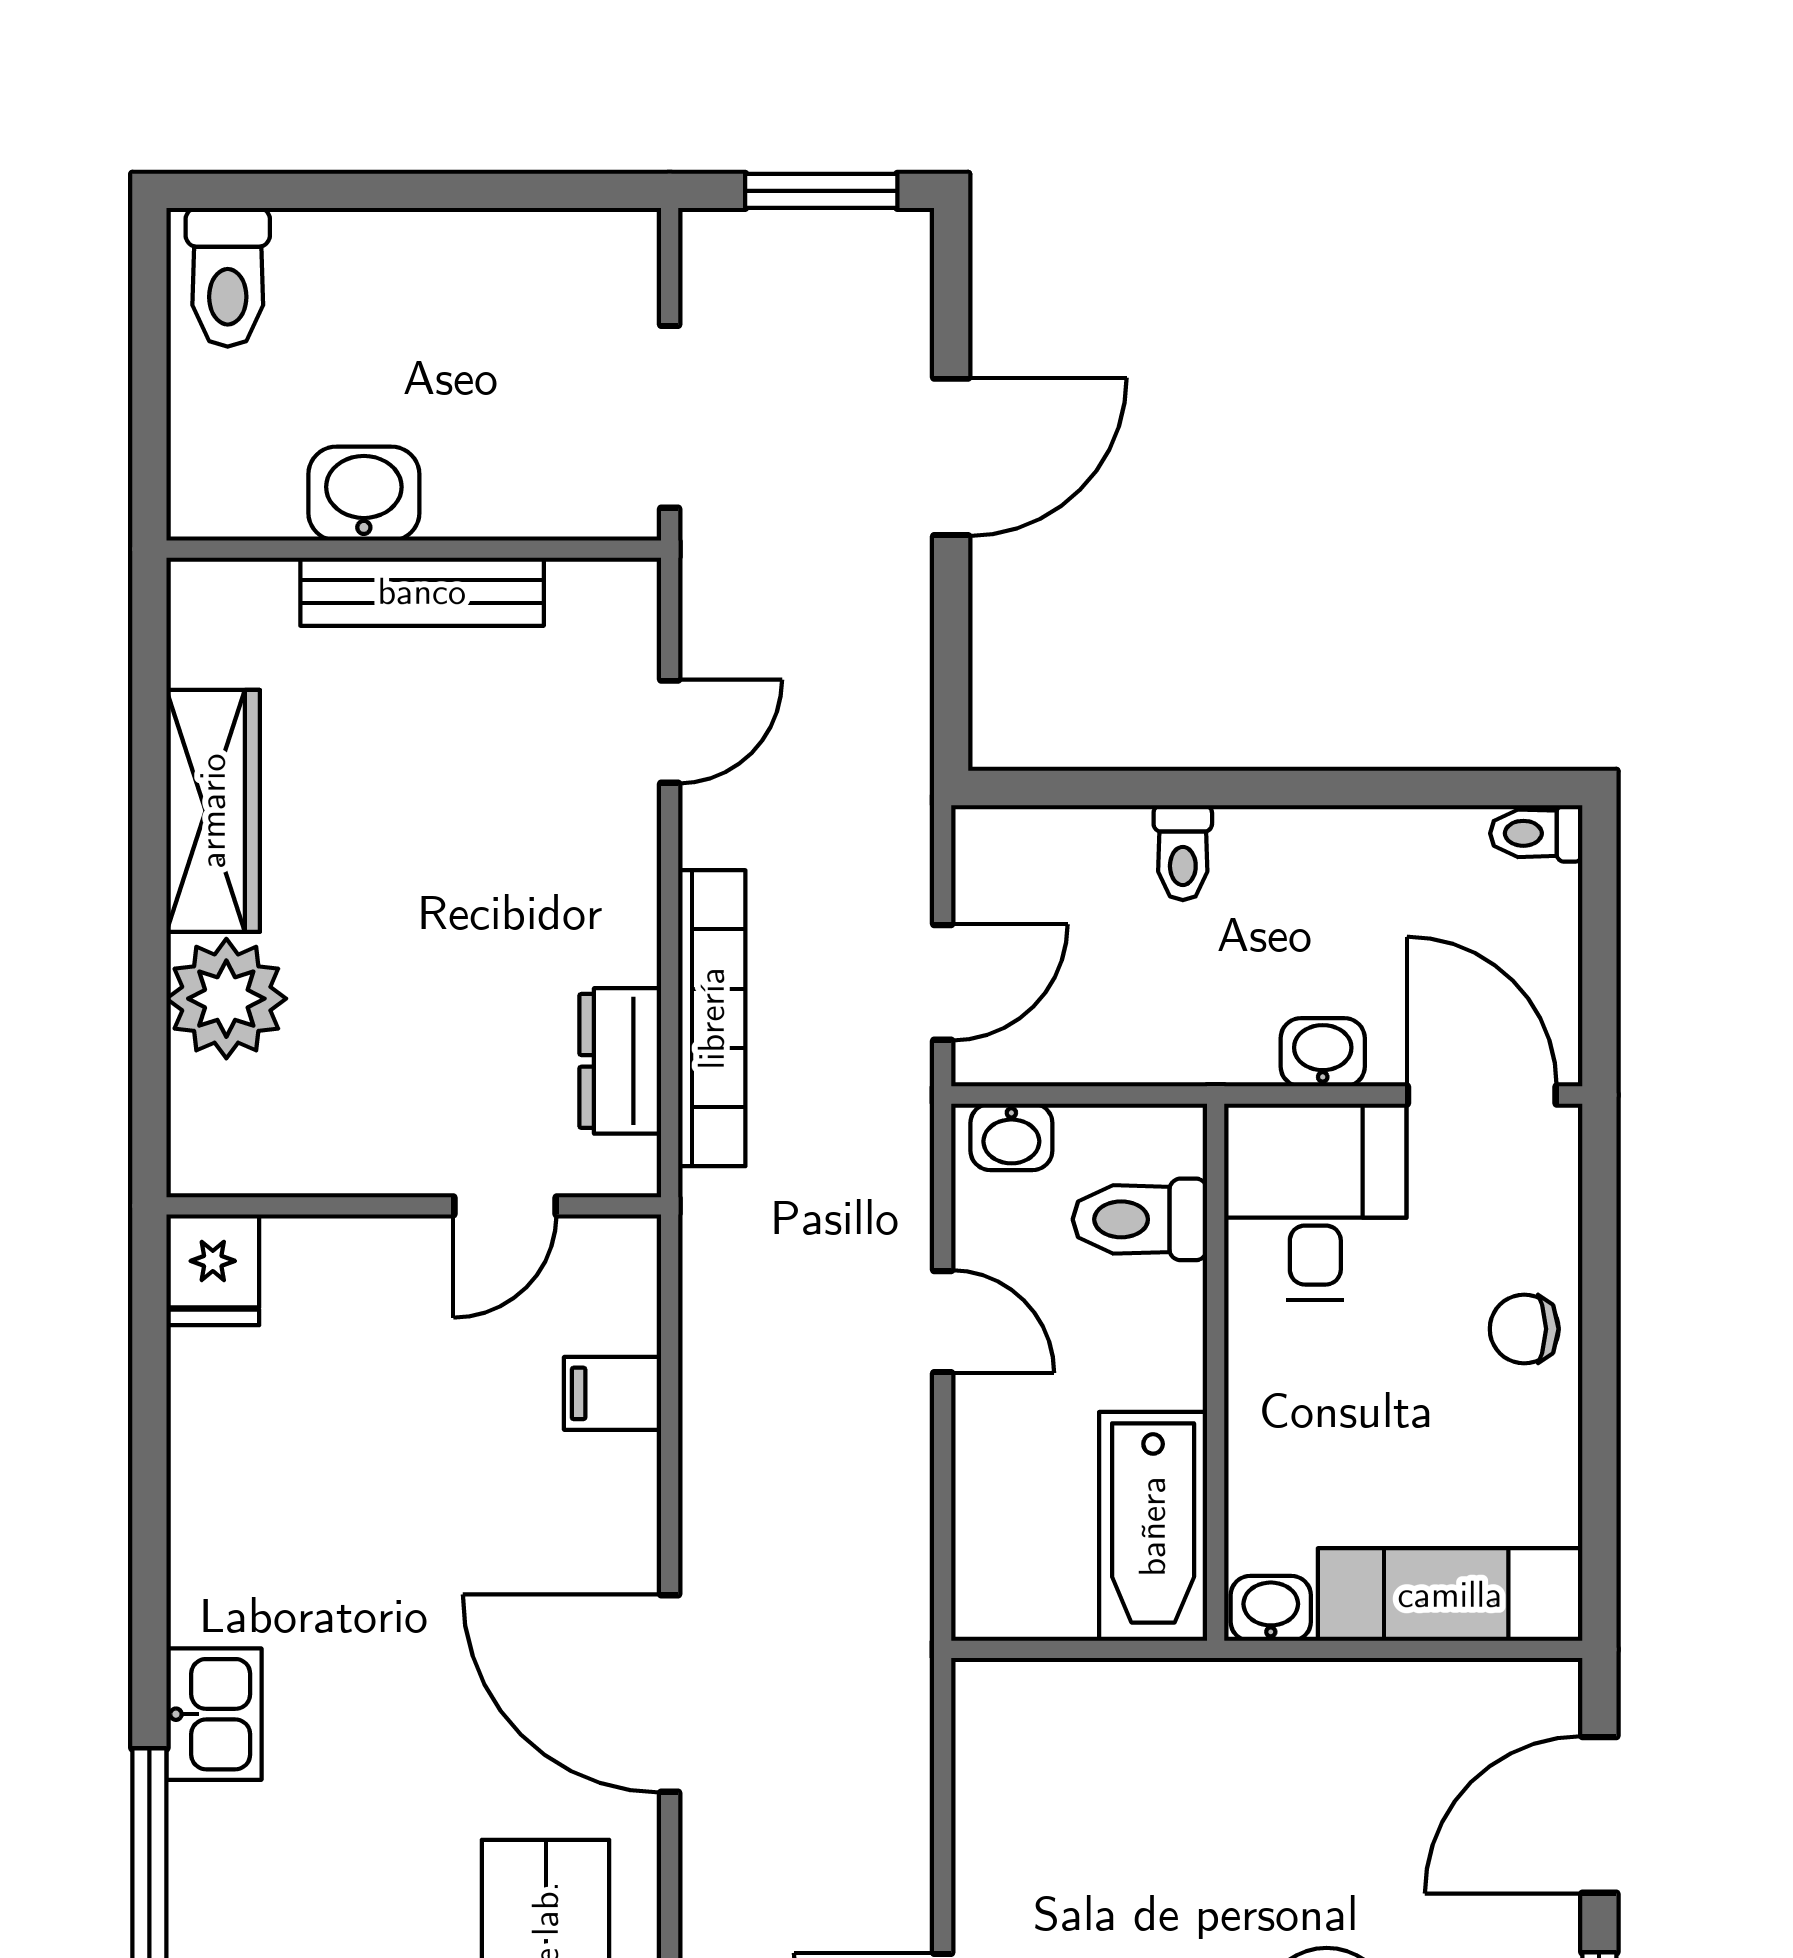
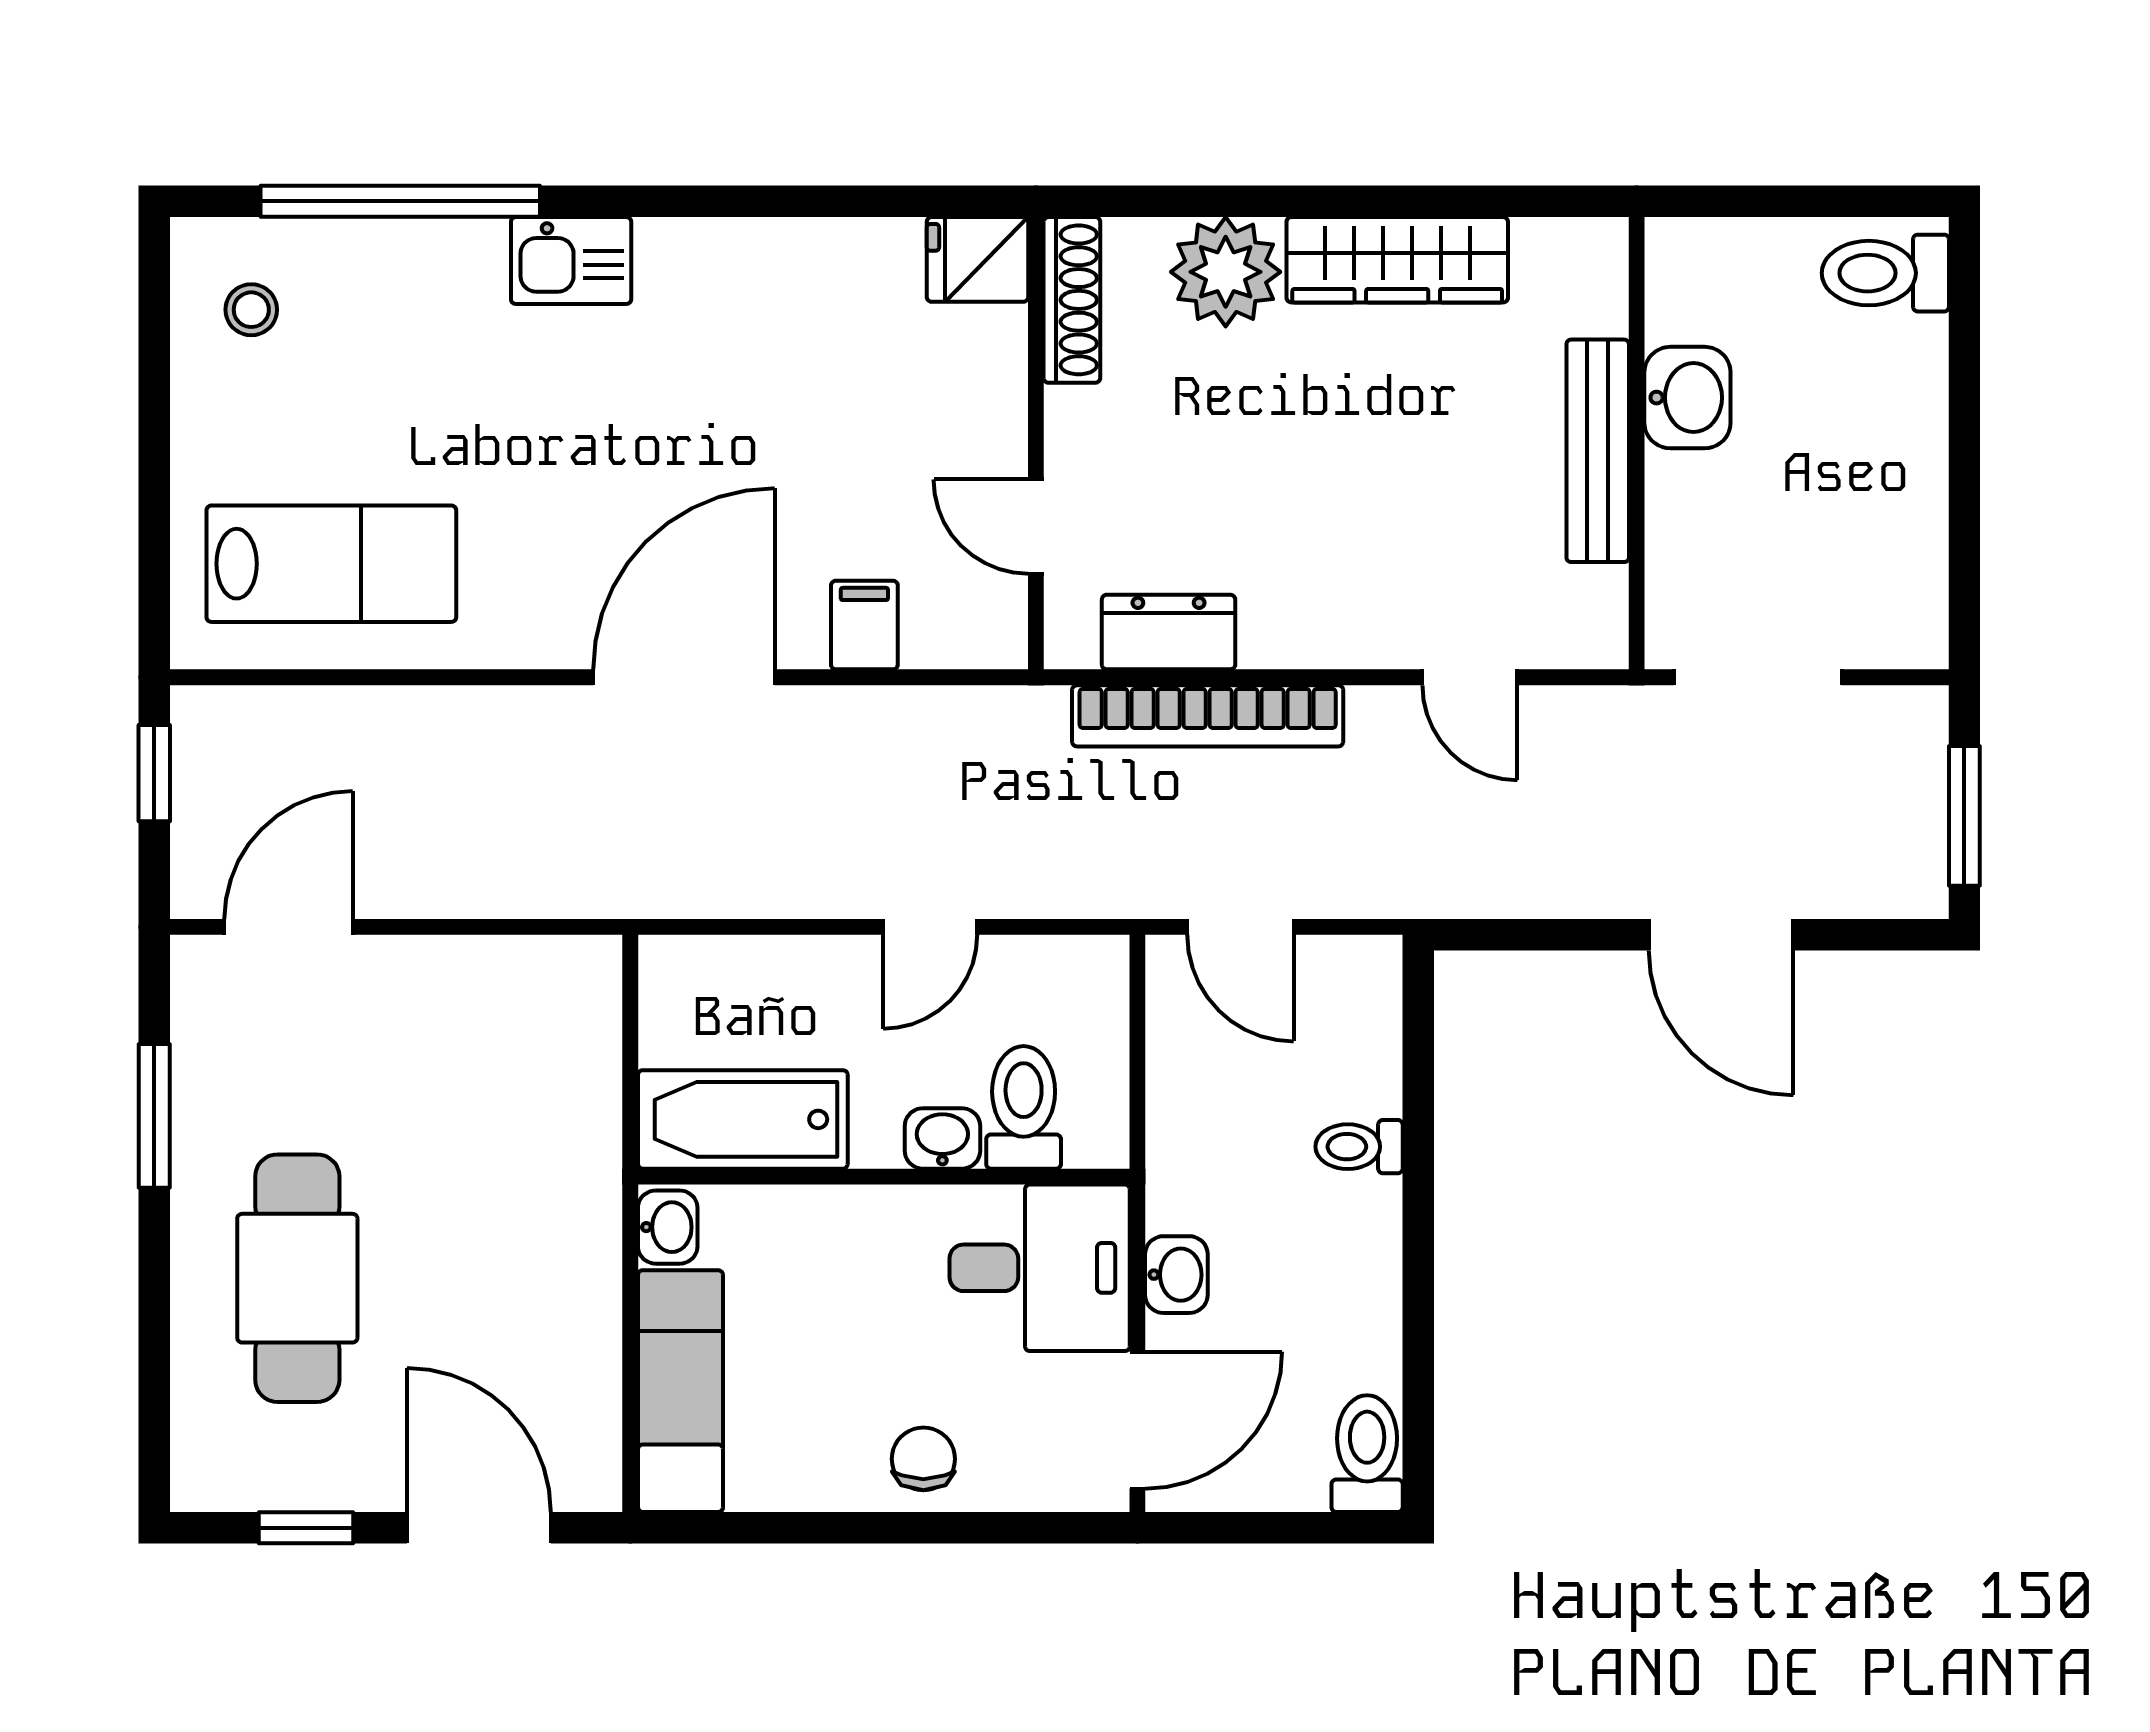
toilet: (1536, 833) -> (1367, 1454), width x1.37, depth x1.39
washbasin: (1011, 1137) -> (942, 1138), moved, turned 90
shoe rack: (257, 1167) -> (1072, 300), added
door: (670, 1694) -> (684, 677), moved

